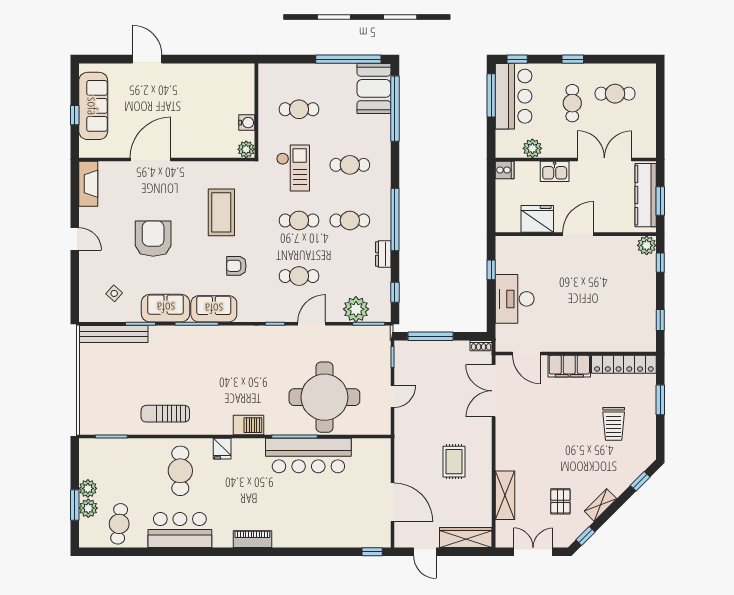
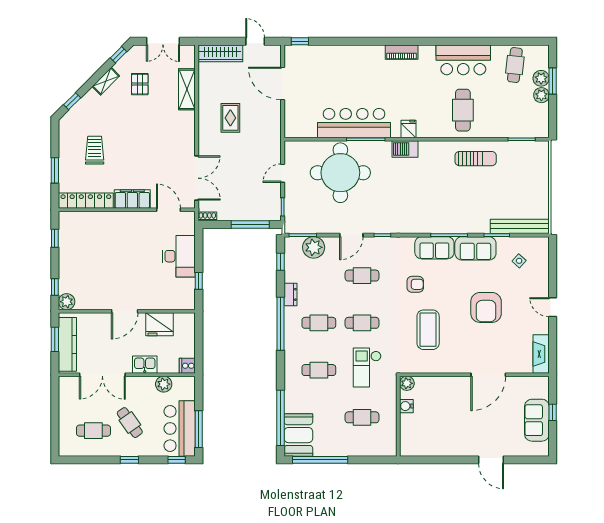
cafe table: (572, 103) -> (130, 423), turned -35
sofa: (93, 106) -> (537, 420), width x0.73
fridge: (222, 449) -> (408, 129), moved

